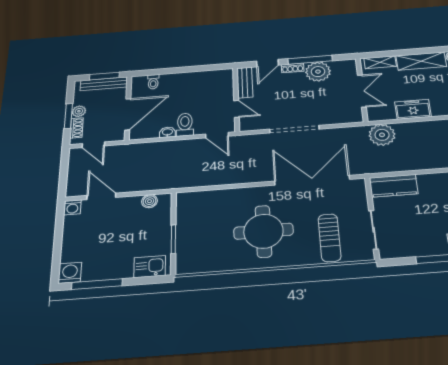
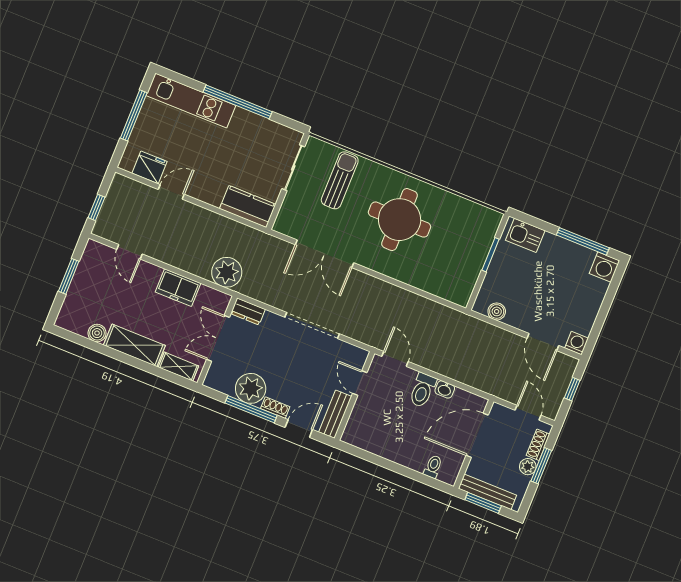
dresser: (350, 117) -> (248, 311), added
window: (63, 175) -> (572, 389), added
double door: (312, 180) -> (325, 254), width x0.73

